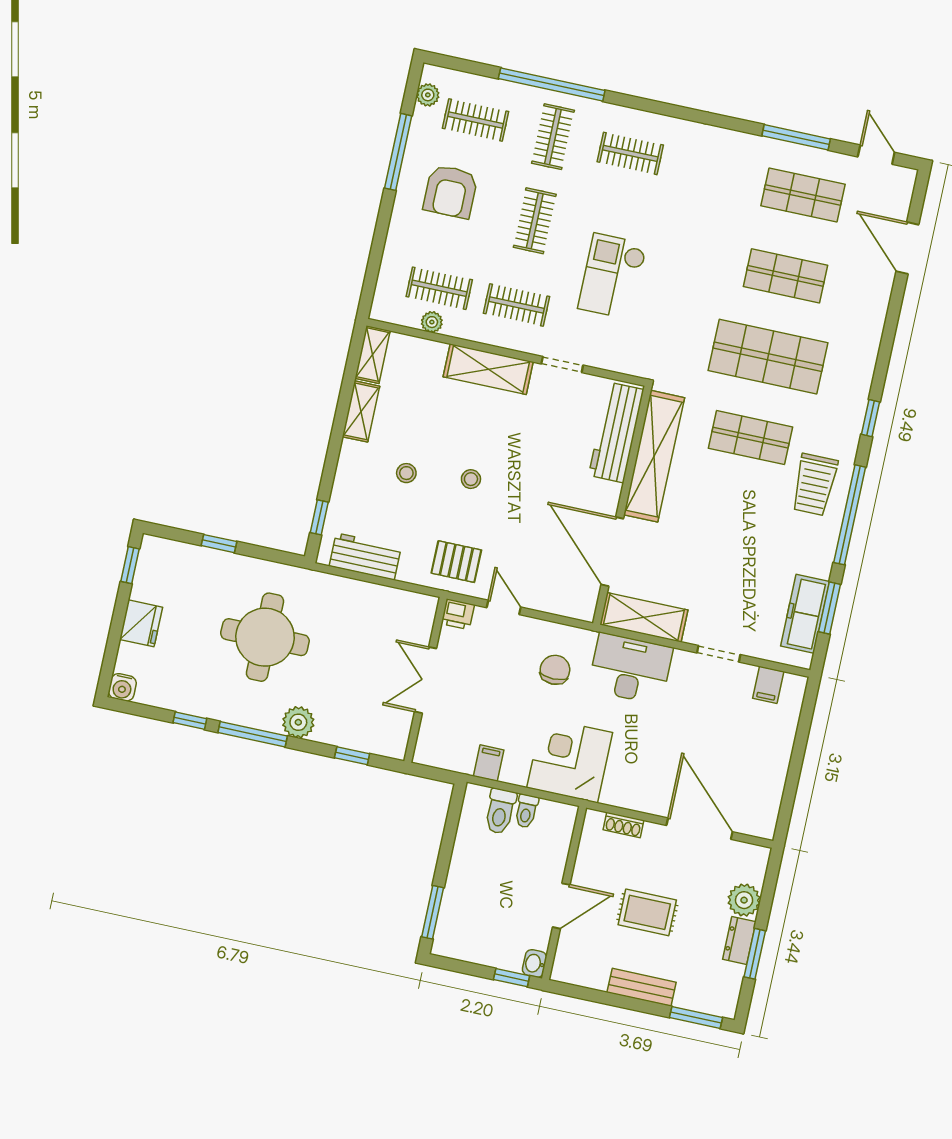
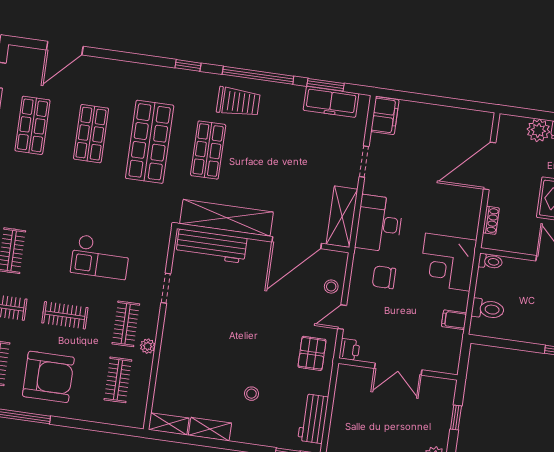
armchair: (451, 192) -> (48, 377), width x1.36, depth x1.36
plant: (432, 322) -> (148, 346), moved
shelving: (488, 369) -> (173, 341), removed
stool: (471, 479) -> (331, 287), moved
filing cabinet: (768, 685) -> (385, 116), width x2.00
toilet: (526, 811) -> (490, 261), moved

